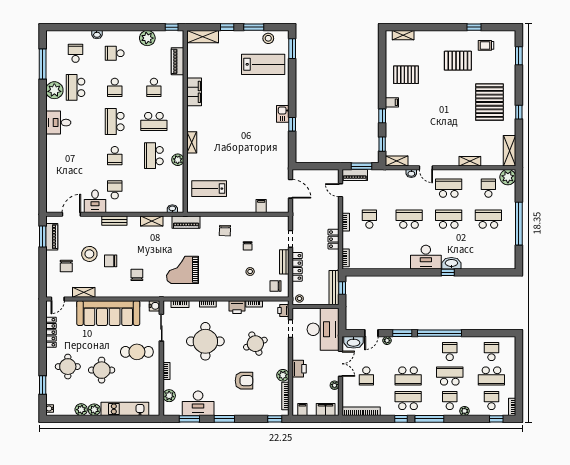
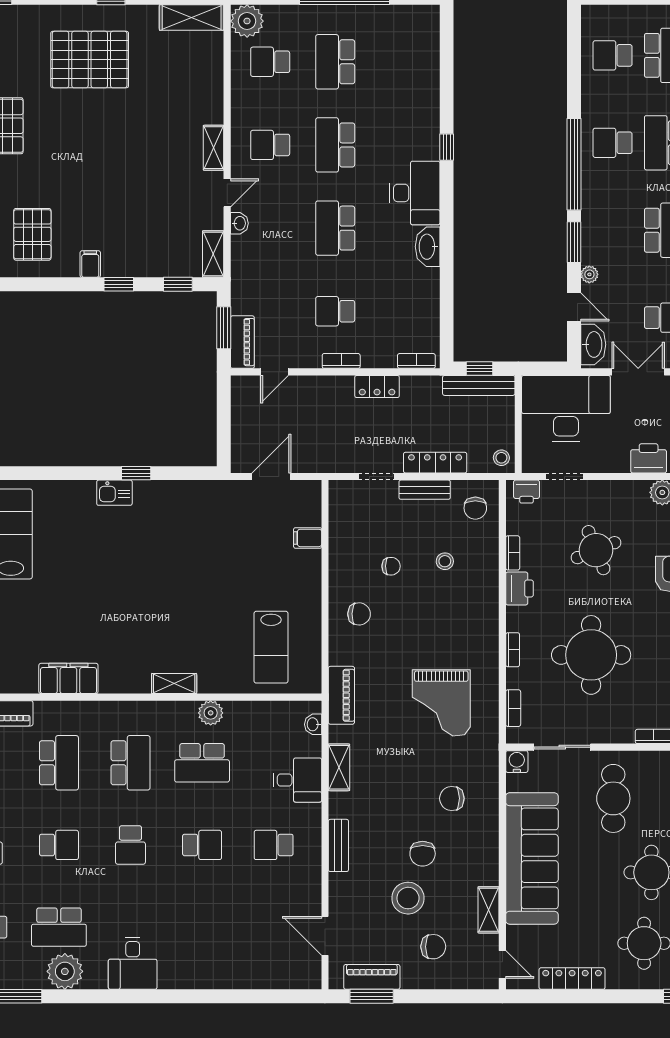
school desk: (154, 87) -> (59, 763), width x1.85
school desk: (115, 122) -> (130, 845), width x0.54
shelving: (470, 161) -> (214, 148), moved
school desk: (449, 188) -> (270, 145), width x0.54
desk: (95, 201) -> (298, 780), moved
washbasin: (451, 263) -> (428, 247), moved

